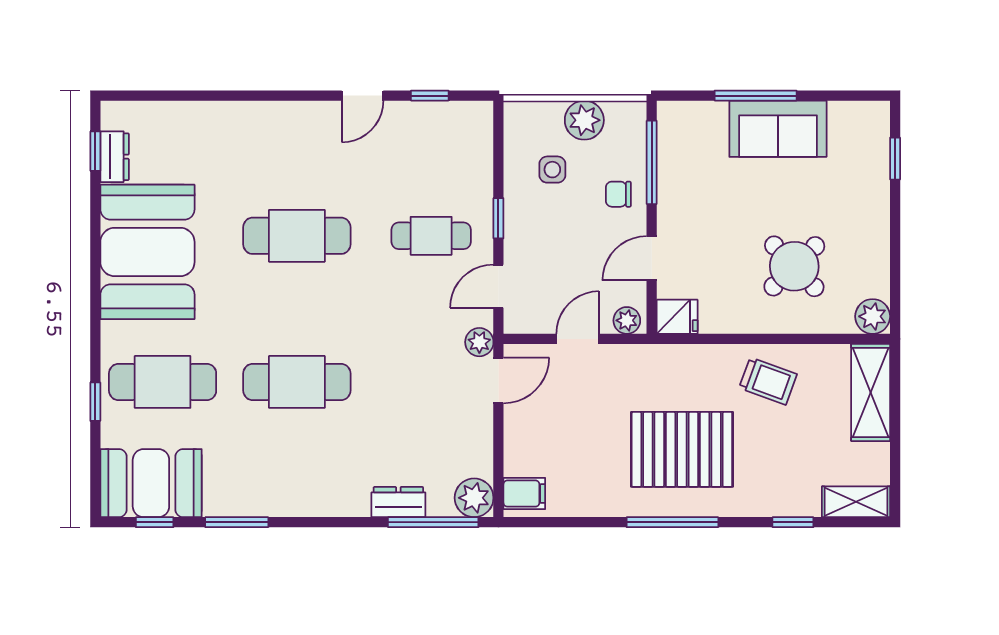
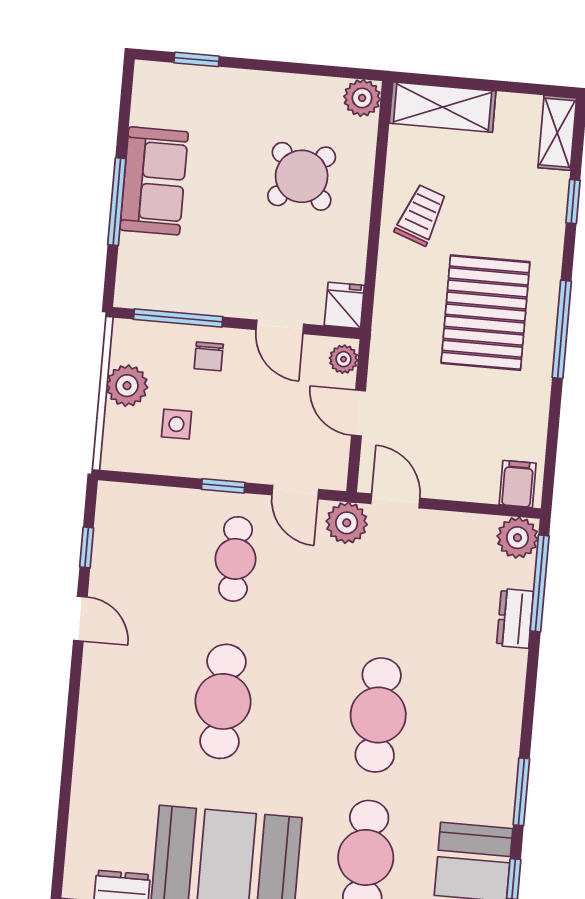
plant: (479, 342) -> (347, 523), width x1.38, depth x1.38

